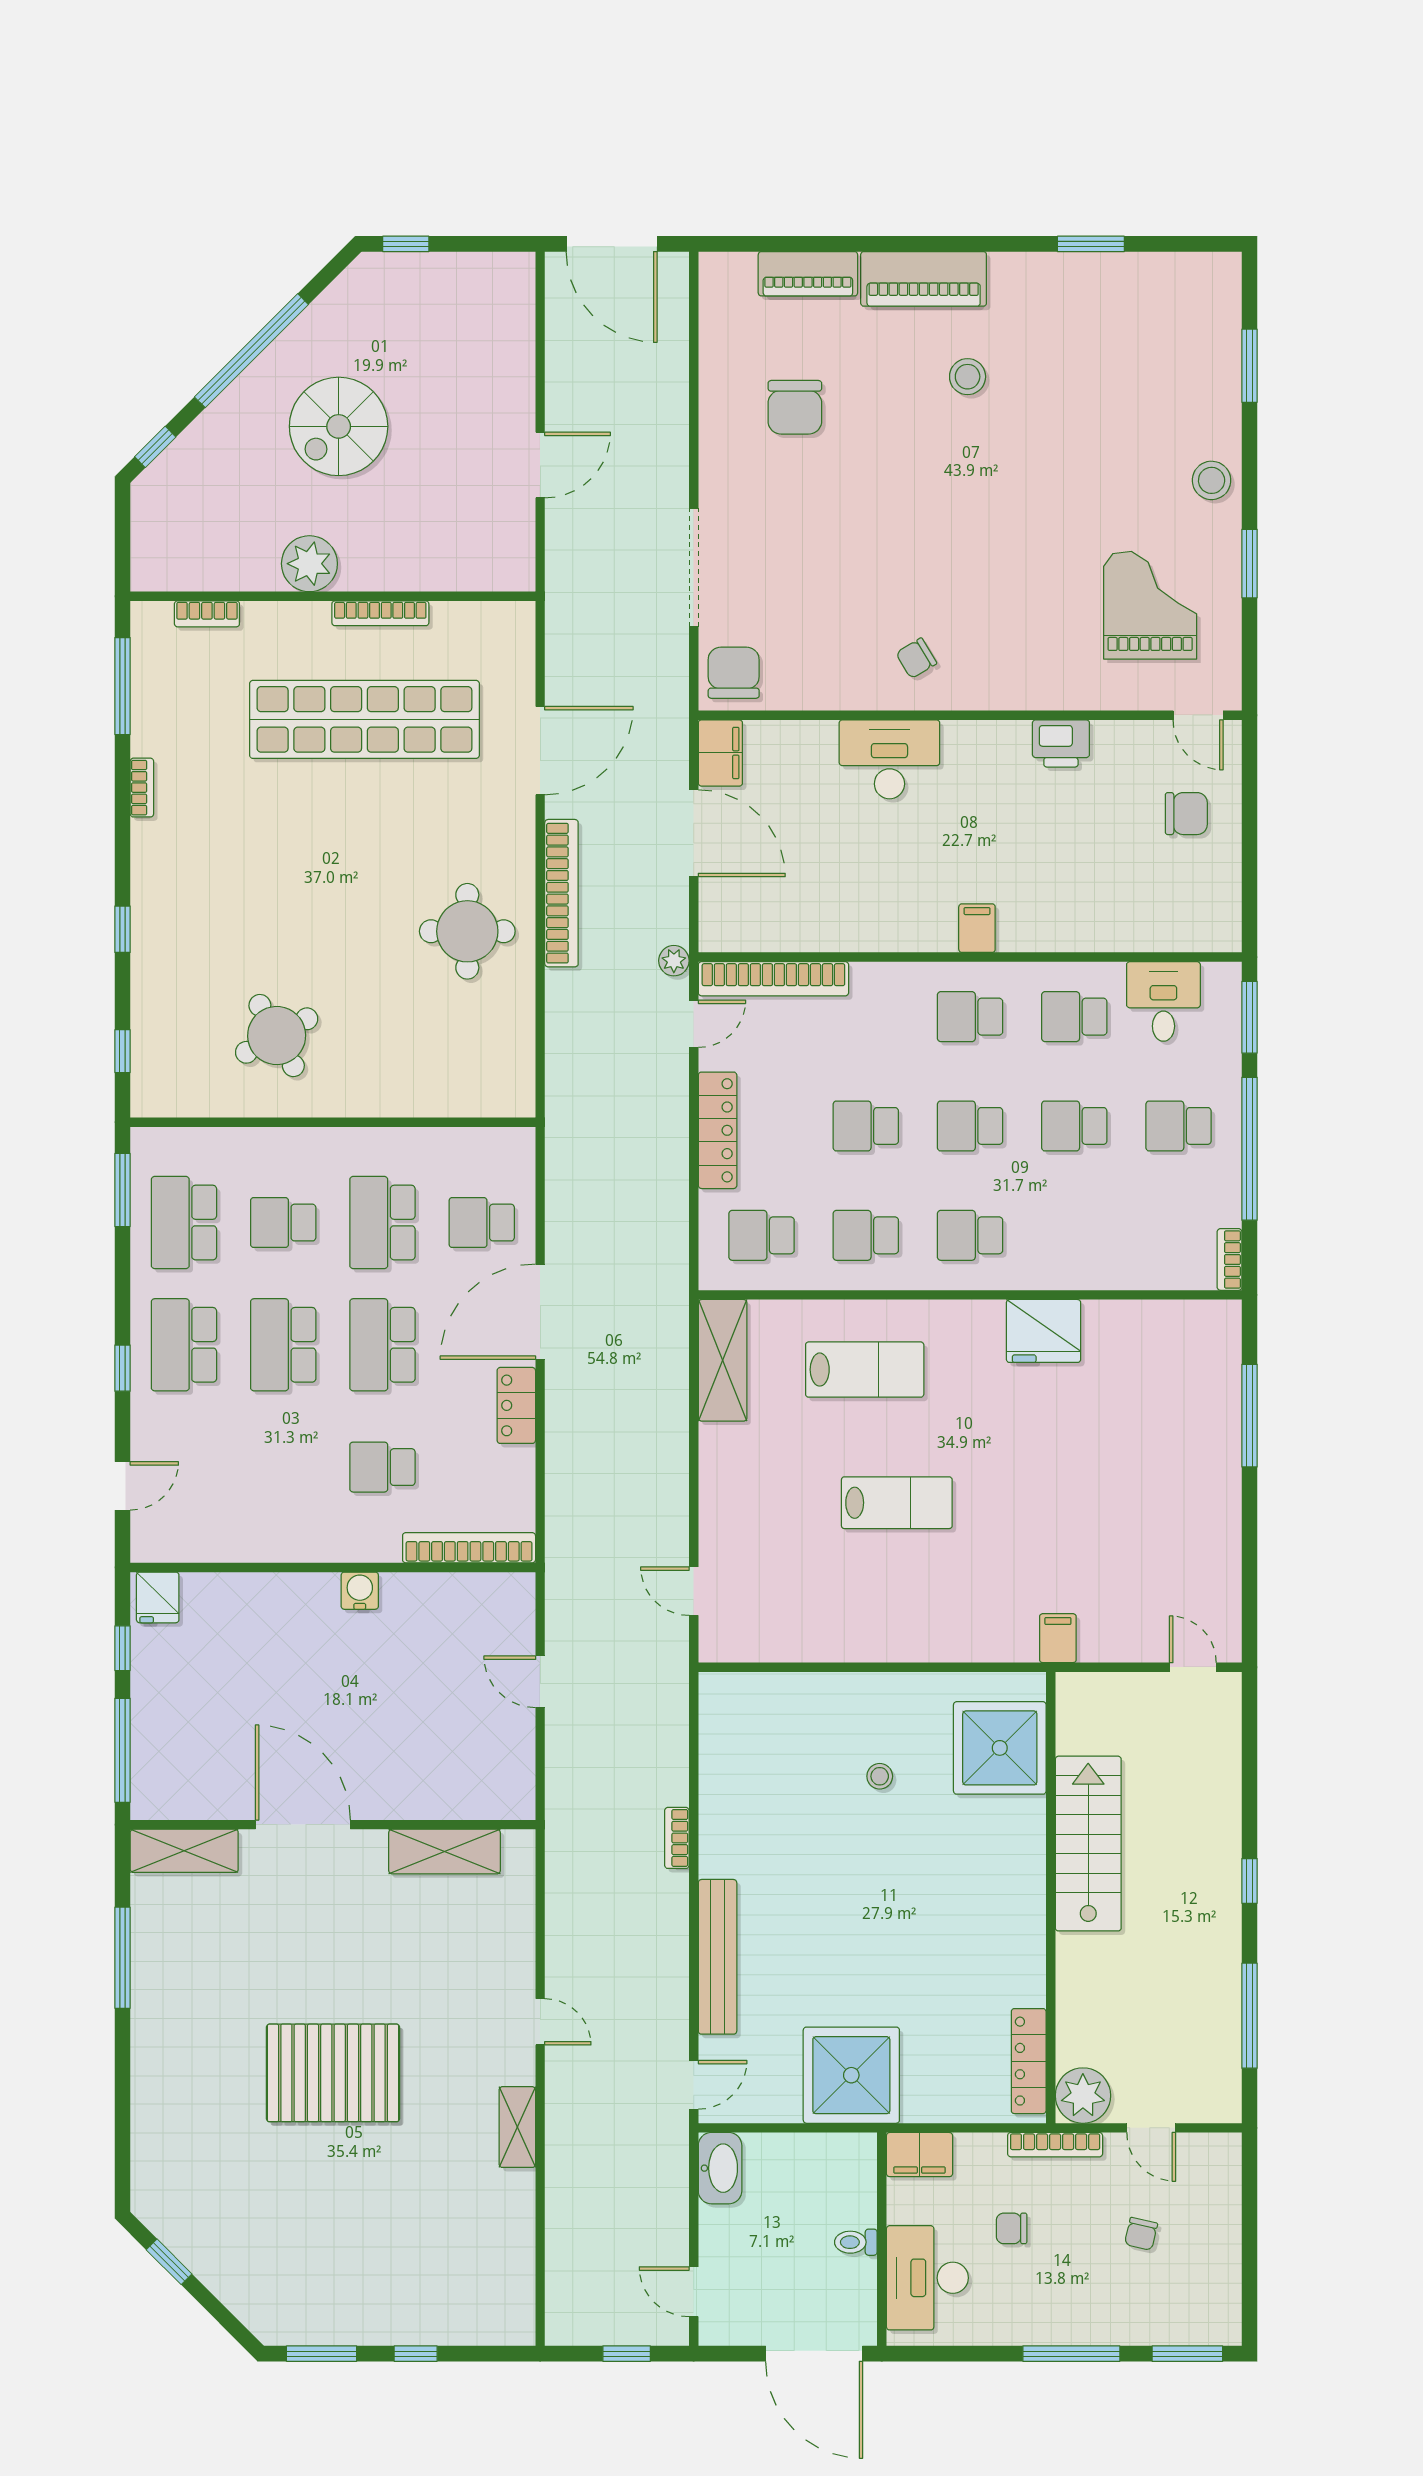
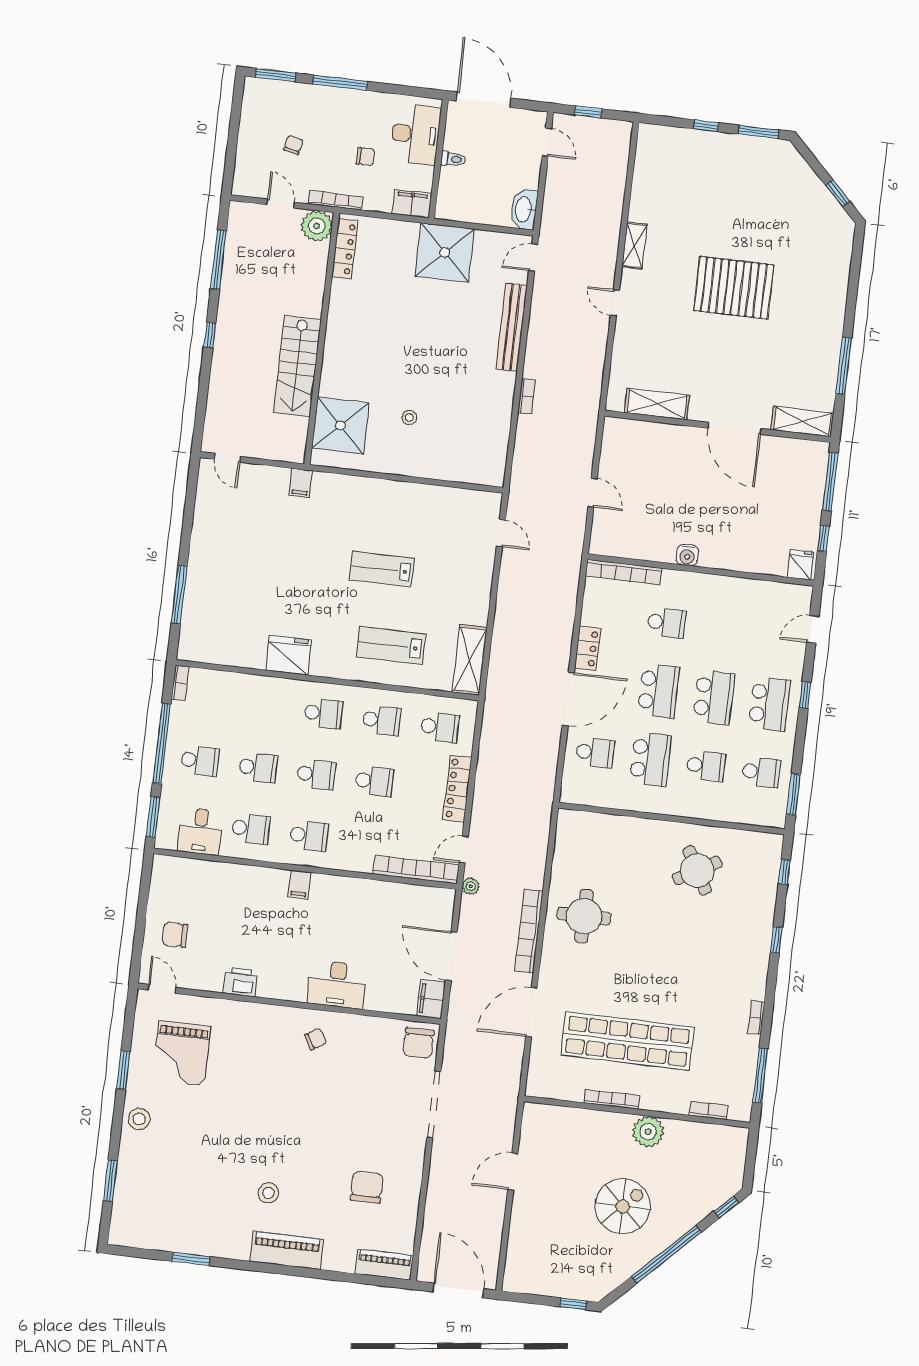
piano: (808, 274) -> (384, 1265), moved
school desk: (184, 1223) -> (761, 772), width x0.54

